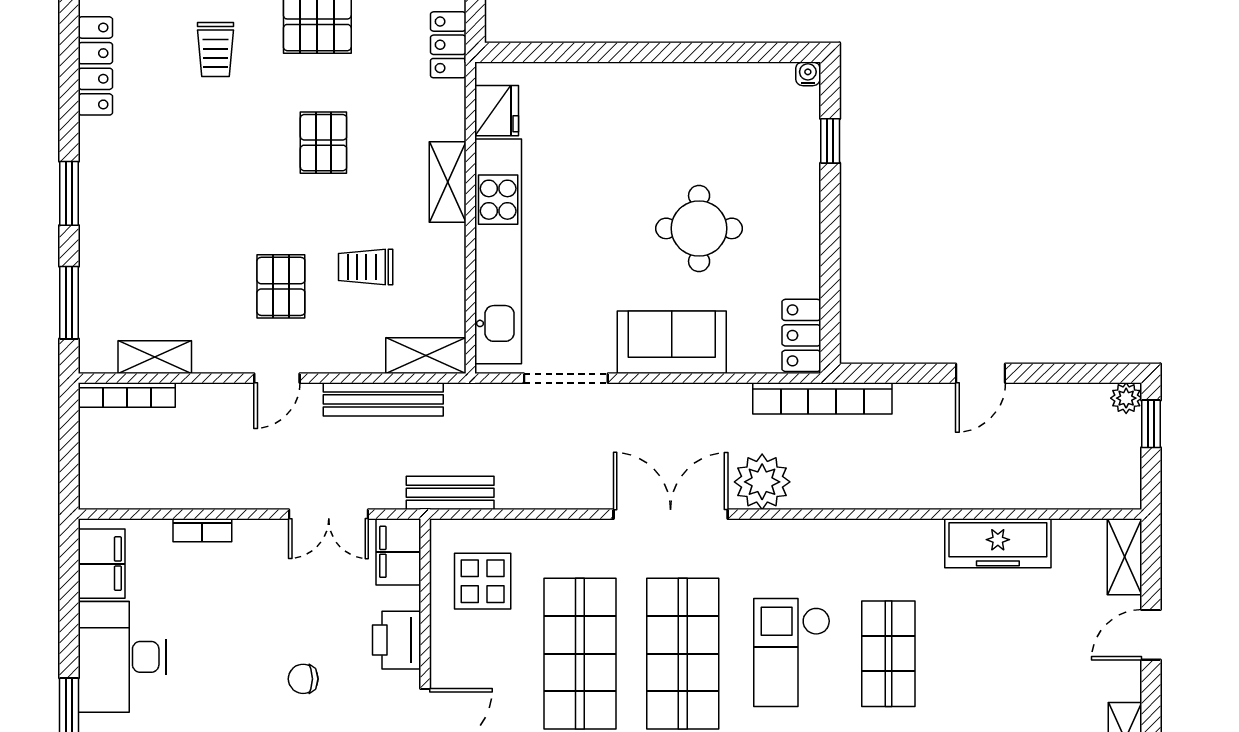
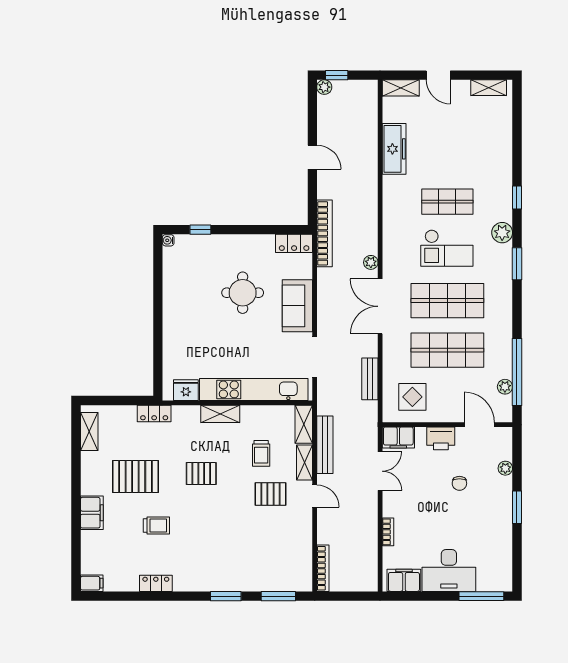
locker: (95, 66) -> (156, 583), width x0.66
shelving: (155, 357) -> (305, 463), moved
plant: (762, 482) -> (371, 262), width x0.53, depth x0.53
bench: (450, 493) -> (370, 379), moved

